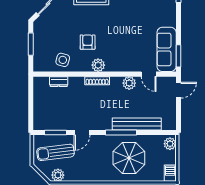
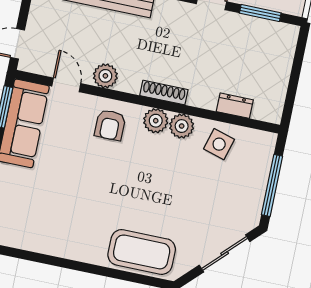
armchair: (88, 42) -> (110, 125), moved
window: (31, 44) -> (272, 185), width x1.44
plant: (84, 65) -> (182, 126), added

